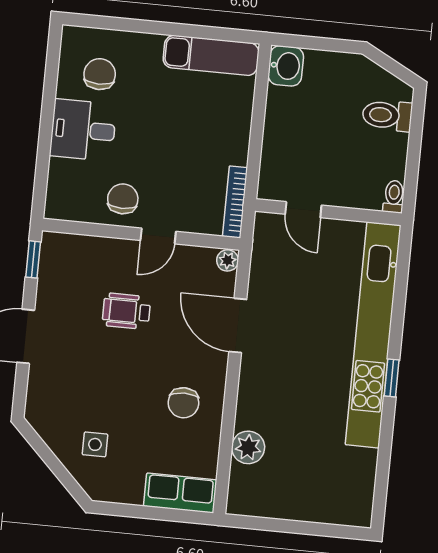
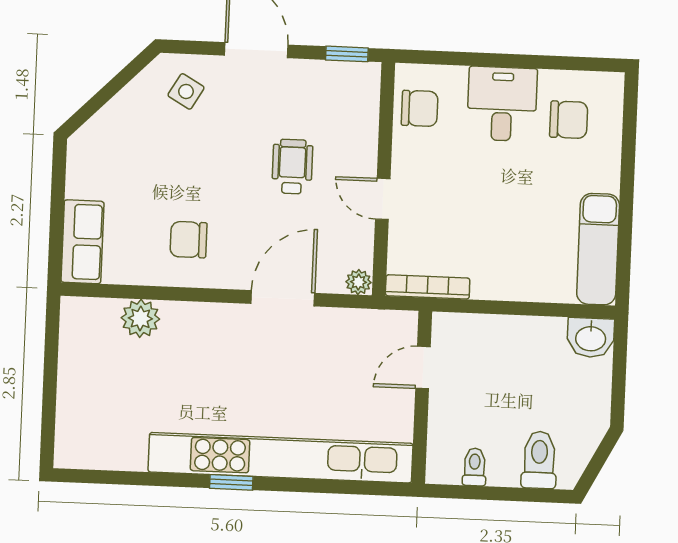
toilet: (394, 197) -> (474, 467), moved, turned -90
chair: (123, 199) -> (420, 108), moved
side table: (95, 444) -> (186, 91), moved, turned 30

